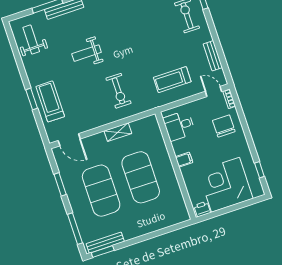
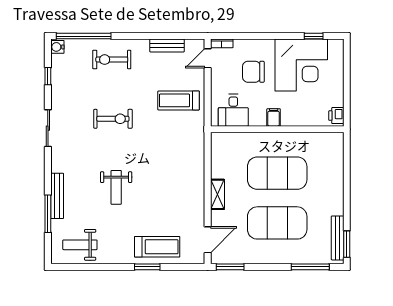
treadmill: (172, 80) -> (179, 100), turned 90
exercise bike: (118, 91) -> (113, 119), moved
treadmill: (50, 101) -> (157, 247), turned 180
chair: (224, 126) -> (253, 72), moved
shelving: (118, 132) -> (217, 194), moved
window: (60, 184) -> (230, 267), moved
corner desk: (225, 185) -> (301, 65), moved, turned -90

